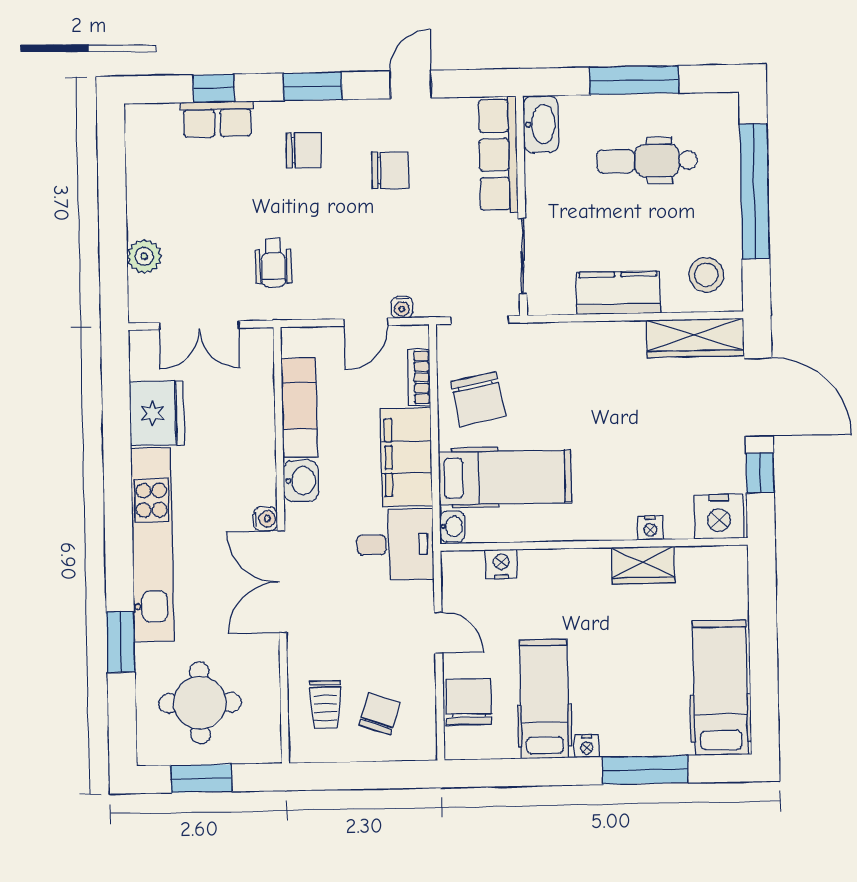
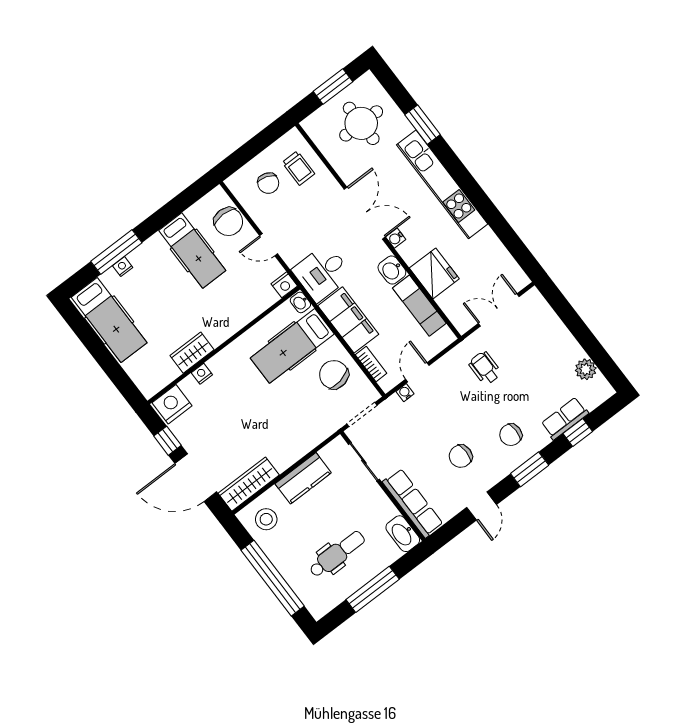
plant: (144, 256) -> (586, 369), moved
fridge: (157, 413) -> (434, 273), moved, turned 180
nightstand: (501, 564) -> (284, 285), moved
trolley: (325, 705) -> (298, 168), turned 180
nightstand: (587, 746) -> (123, 267), moved

